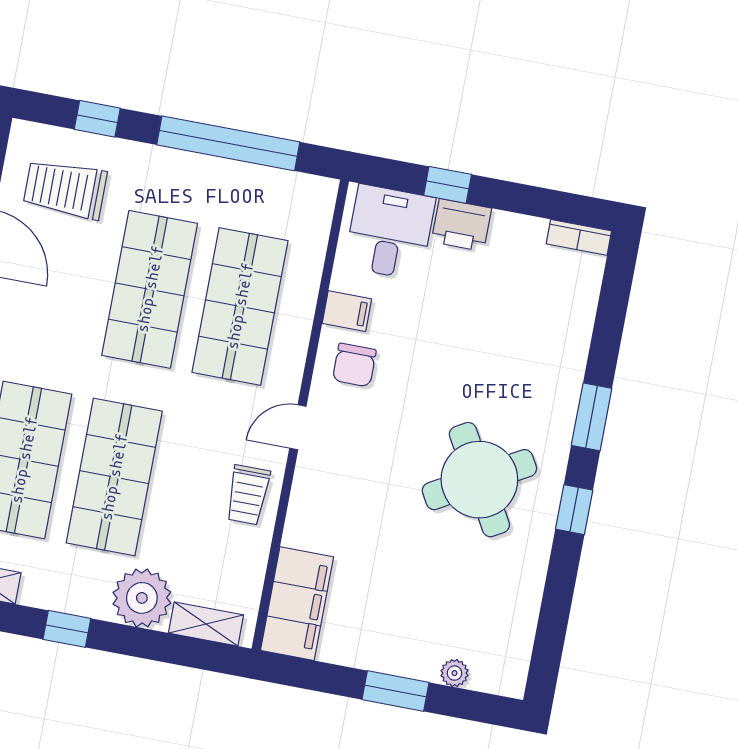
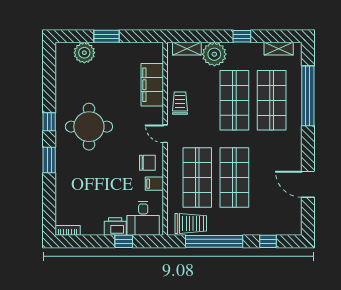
trolley: (65, 189) -> (191, 223), moved
chair: (354, 365) -> (147, 163), turned 90
door: (298, 427) -> (165, 134), swing flipped
round table: (479, 480) -> (89, 127), turned 30
filing cabinet: (297, 604) -> (152, 85), moved
plant: (454, 673) -> (84, 53), width x1.87, depth x1.87

